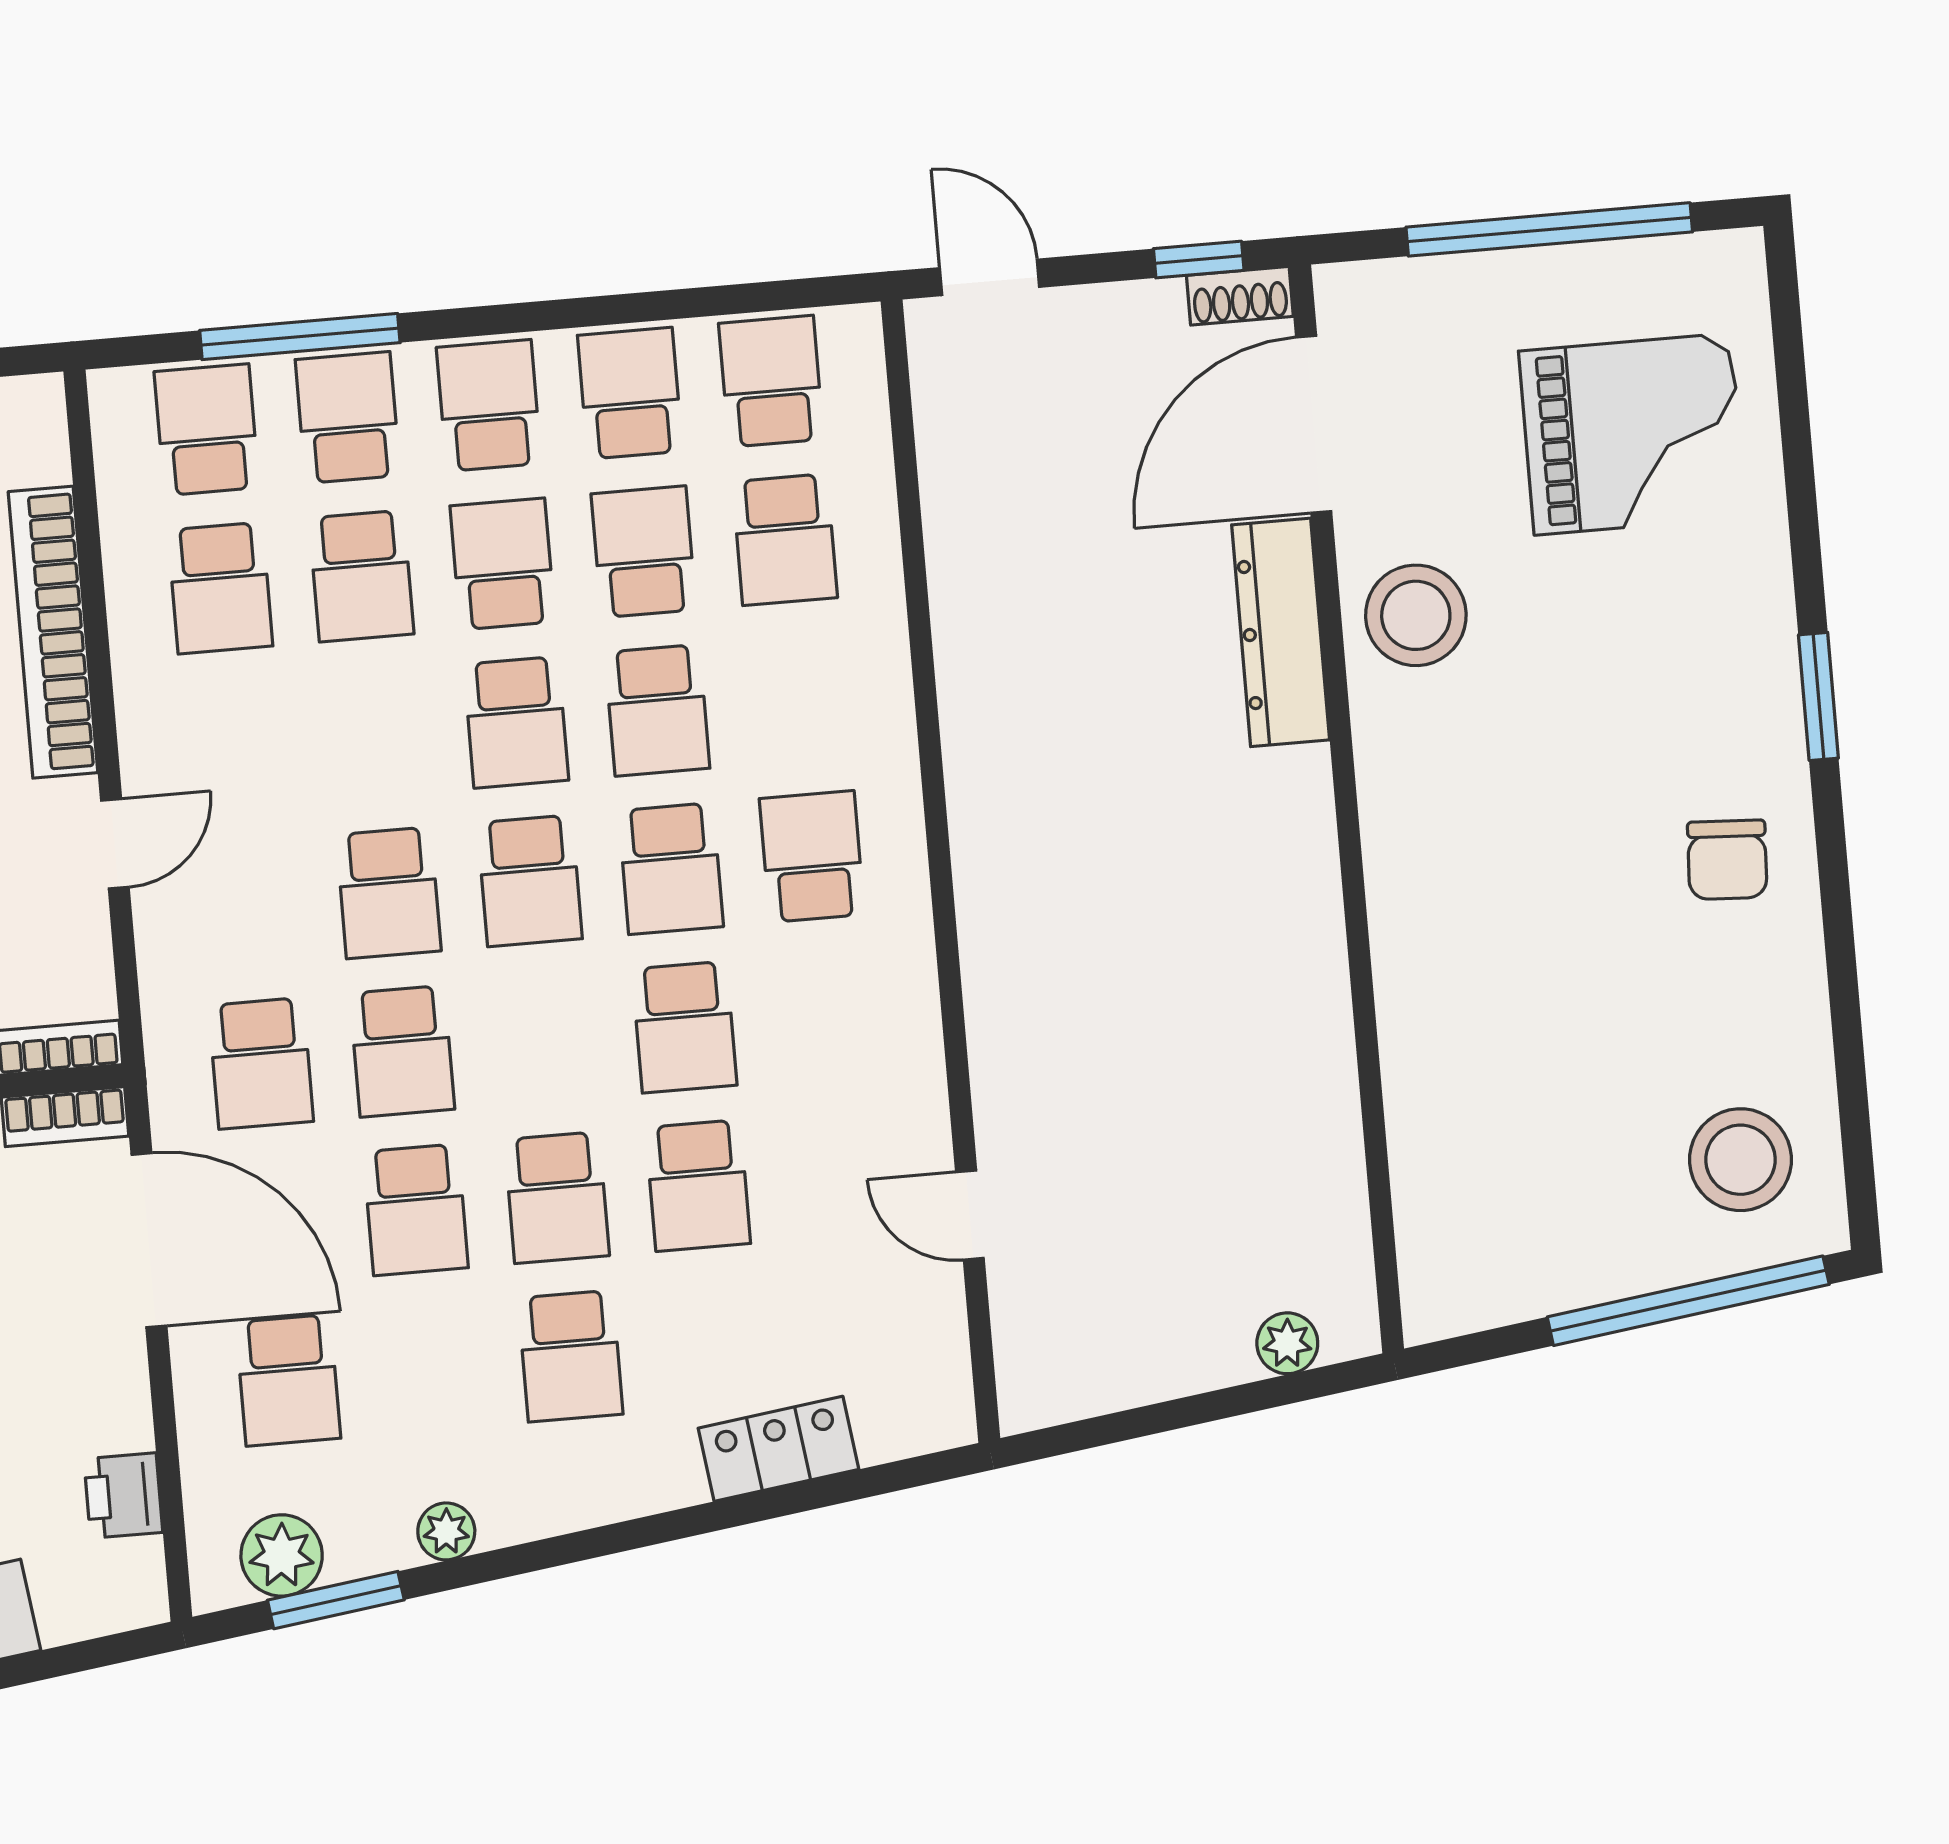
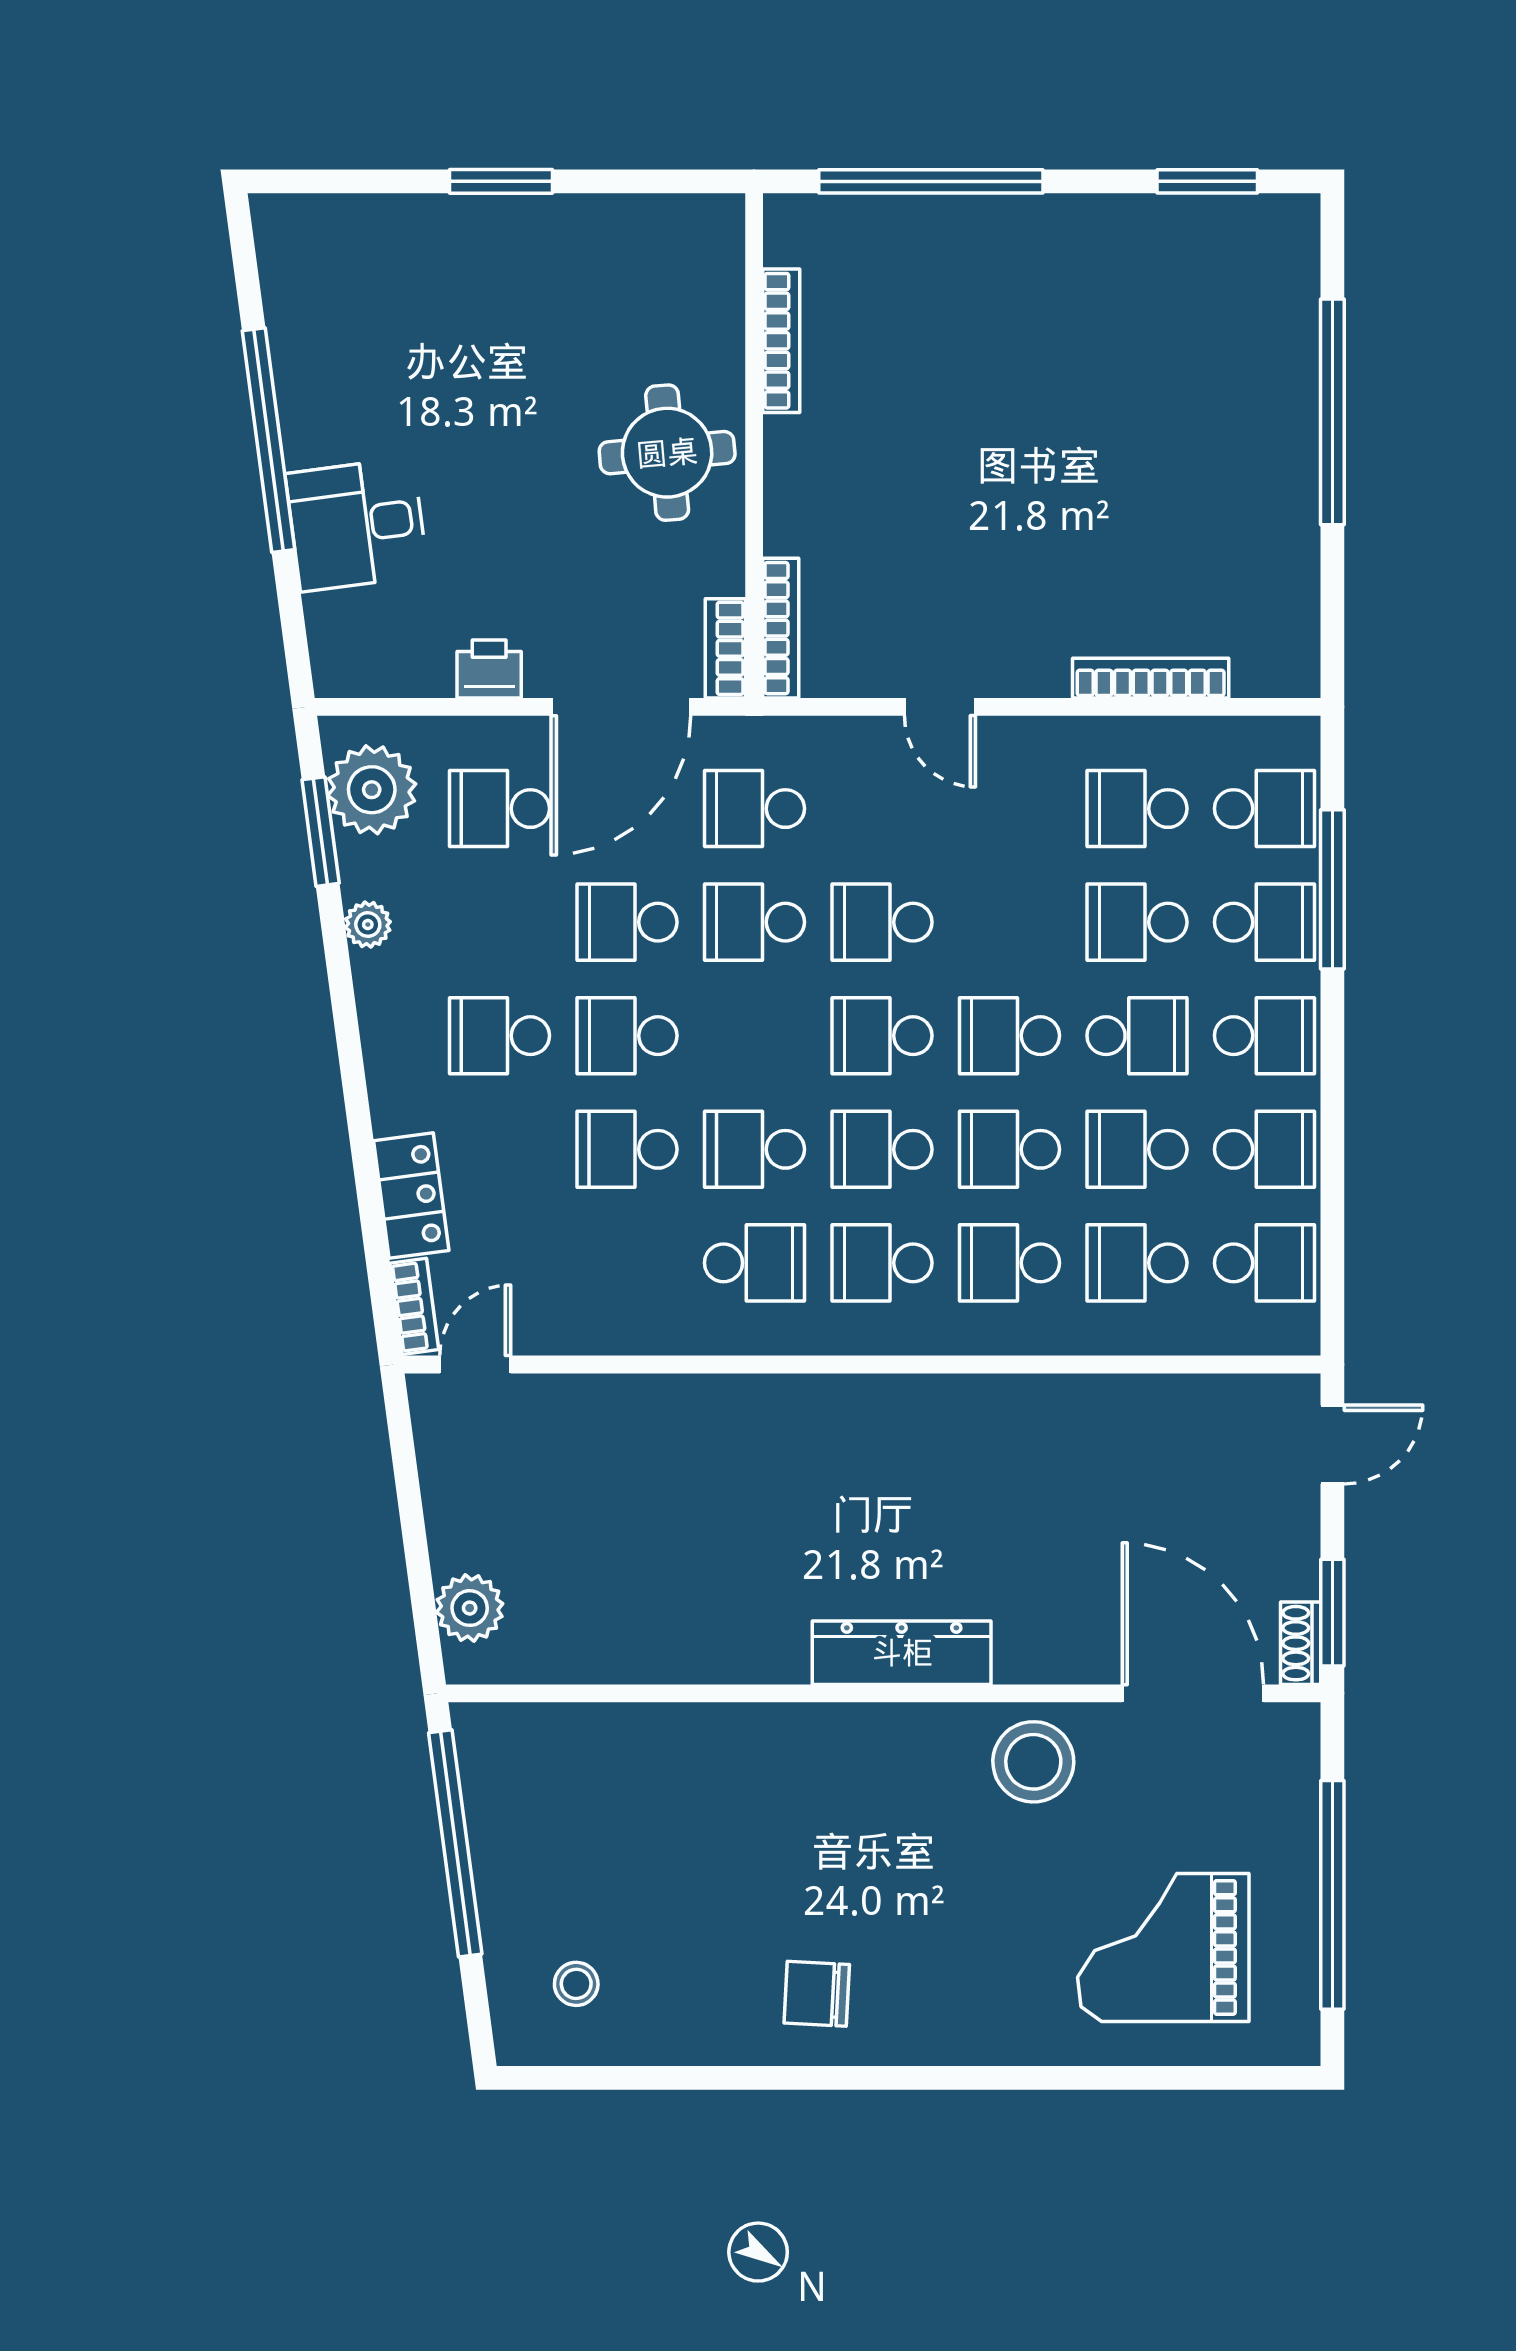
window: (1199, 260) -> (1332, 1613), width x1.50
grand piano: (1633, 434) -> (1163, 1947), turned 90
school desk: (644, 552) -> (1137, 1149), turned 180
bookcase: (53, 632) -> (1151, 678), width x0.68, depth x0.76
dresser: (1281, 632) -> (902, 1653), moved
window: (1818, 696) -> (941, 2078), removed
school desk: (798, 698) -> (1009, 1263), added
school desk: (812, 857) -> (882, 1263), turned 180
school desk: (826, 1015) -> (754, 1263), added
stool: (1740, 1160) -> (576, 1984), width x0.53, depth x0.53
door: (970, 1215) -> (475, 1365), moved
window: (1688, 1301) -> (455, 1843), moved
plant: (1287, 1343) -> (470, 1608), width x1.38, depth x1.38
bookcase: (916, 1433) -> (414, 1306), added
printer: (123, 1496) -> (489, 669), moved
plant: (282, 1555) -> (372, 790), width x1.36, depth x1.36

